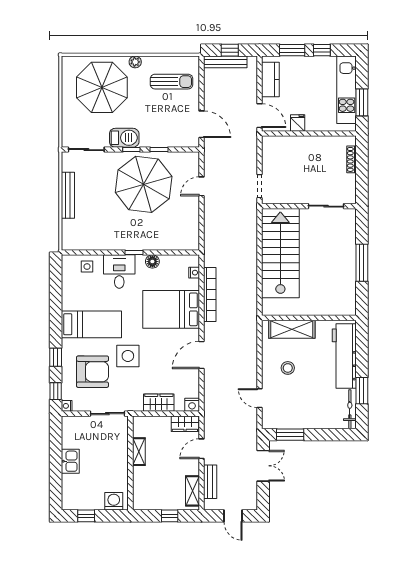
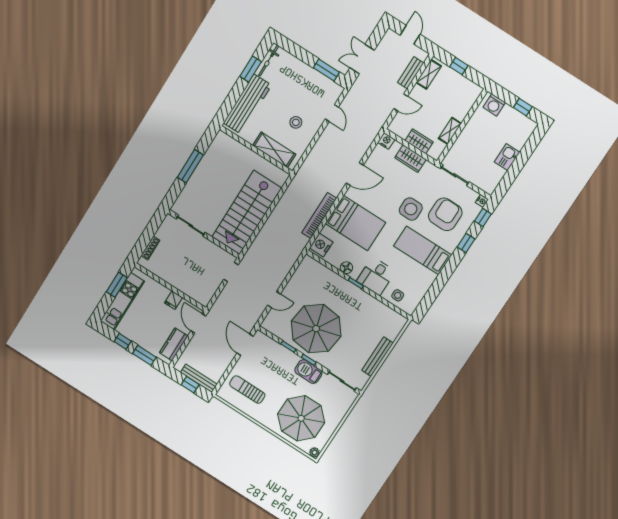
plant: (135, 62) -> (315, 453), moved
nightstand: (194, 273) -> (321, 245), width x1.89, depth x1.79
armchair: (92, 372) -> (445, 214), turned 90
wardrobe: (185, 424) -> (419, 141), moved

